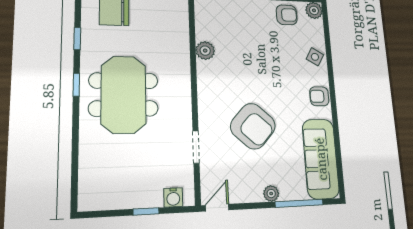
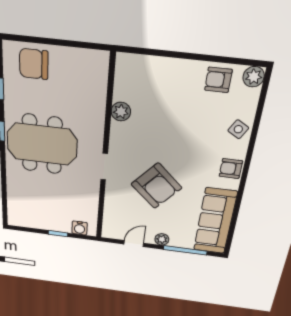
armchair: (287, 15) -> (218, 80), turned 180
meeting table: (124, 95) -> (42, 144), turned 90
doorway: (196, 147) -> (104, 167), moved
door: (217, 208) -> (134, 244), moved

